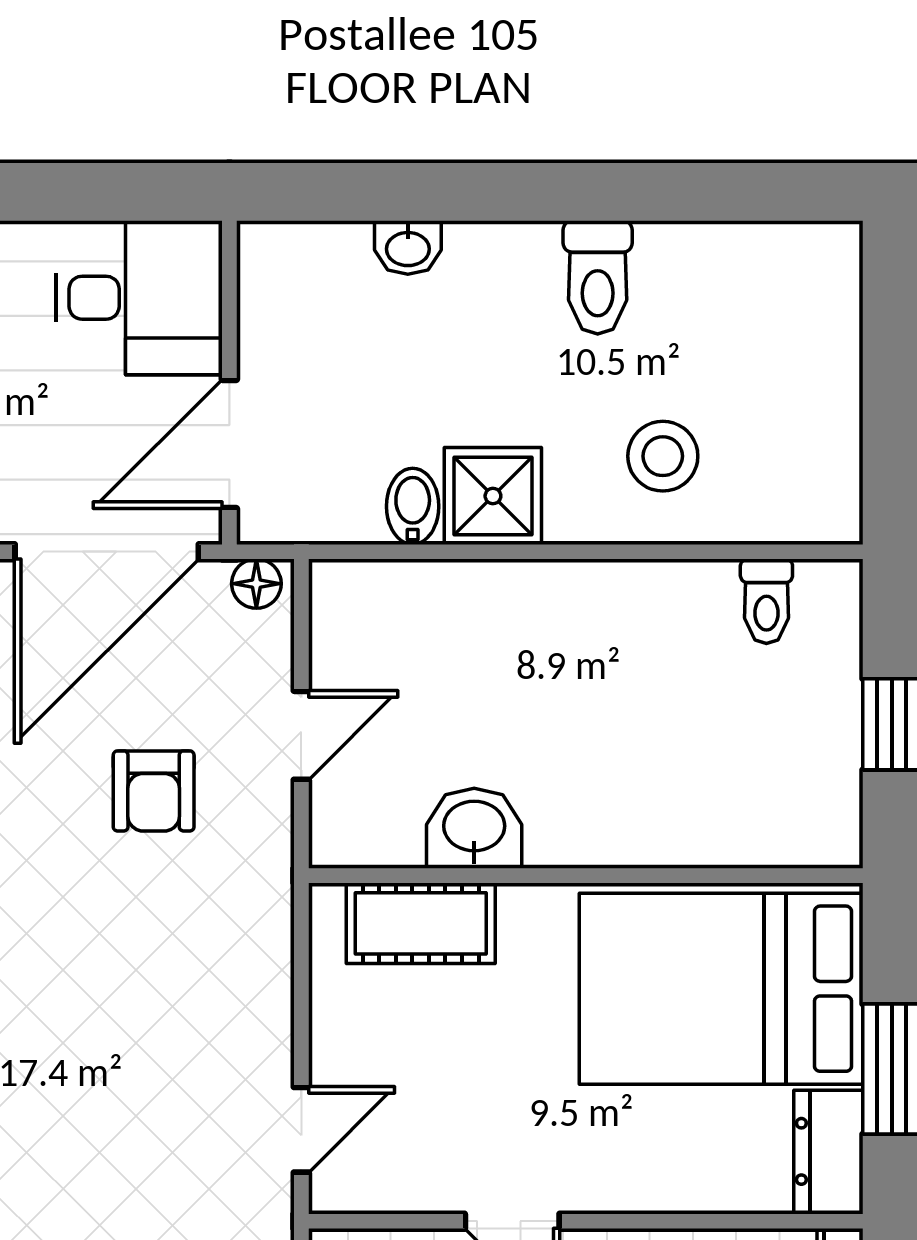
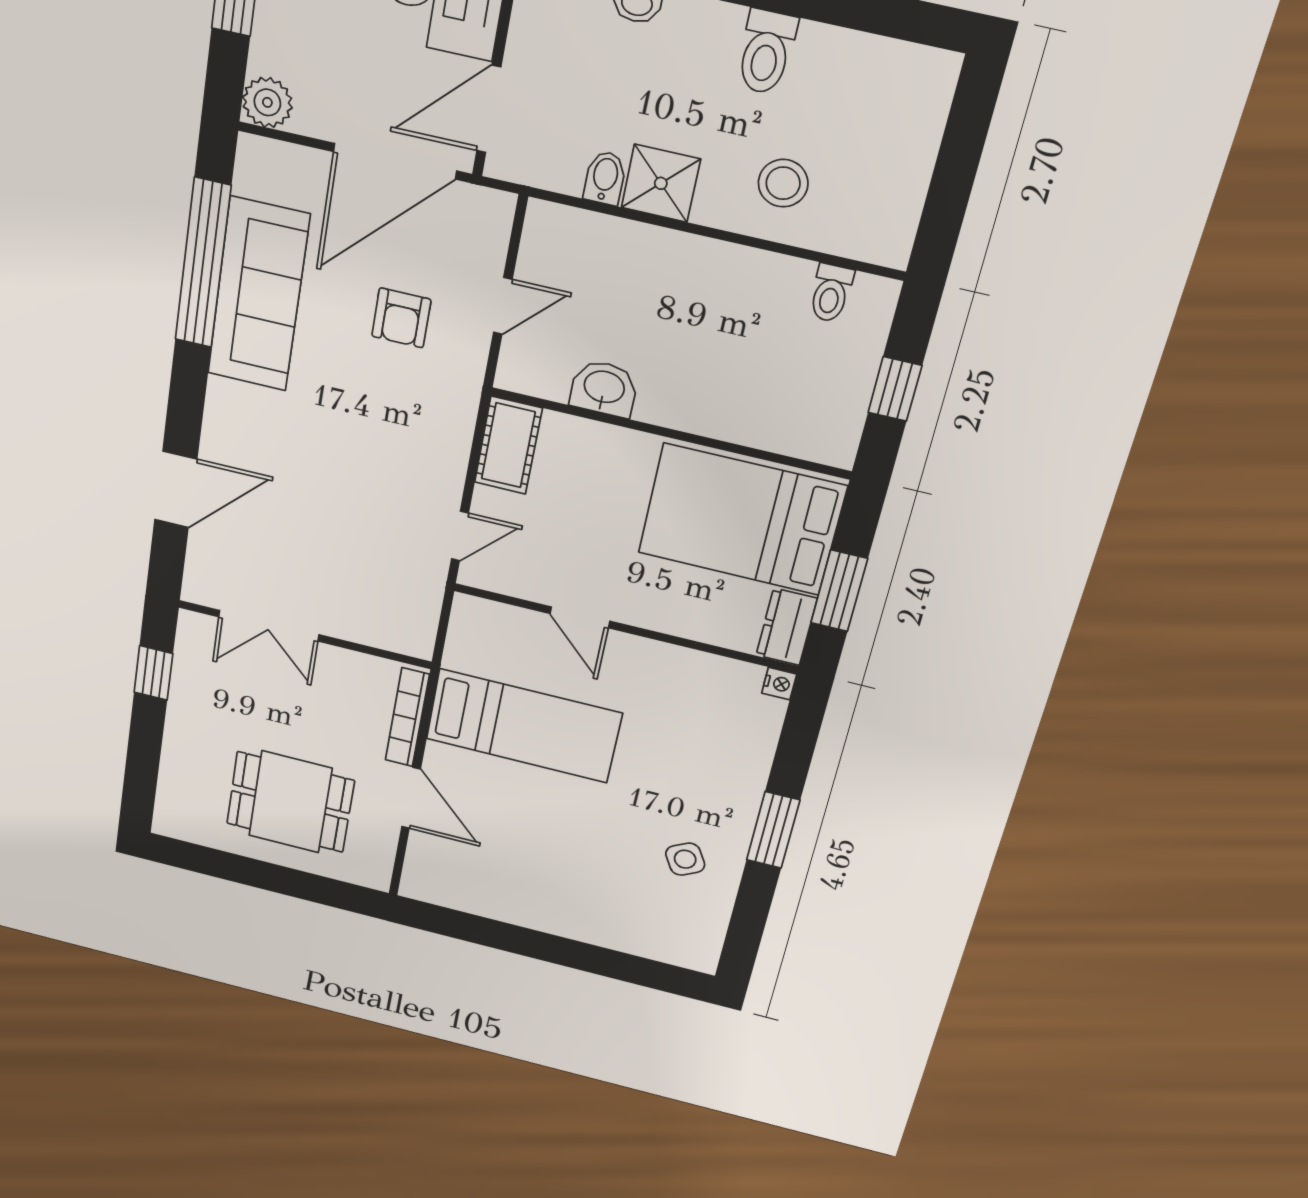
floor lamp: (256, 584) -> (491, 204), removed
cot: (421, 923) -> (508, 445), moved, turned 90

